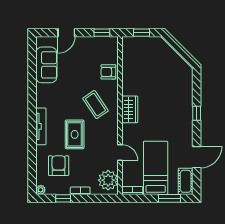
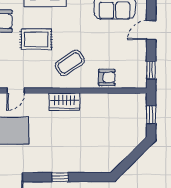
door: (66, 33) -> (151, 30), hinge flipped
armchair: (108, 72) -> (107, 77), turned 90

